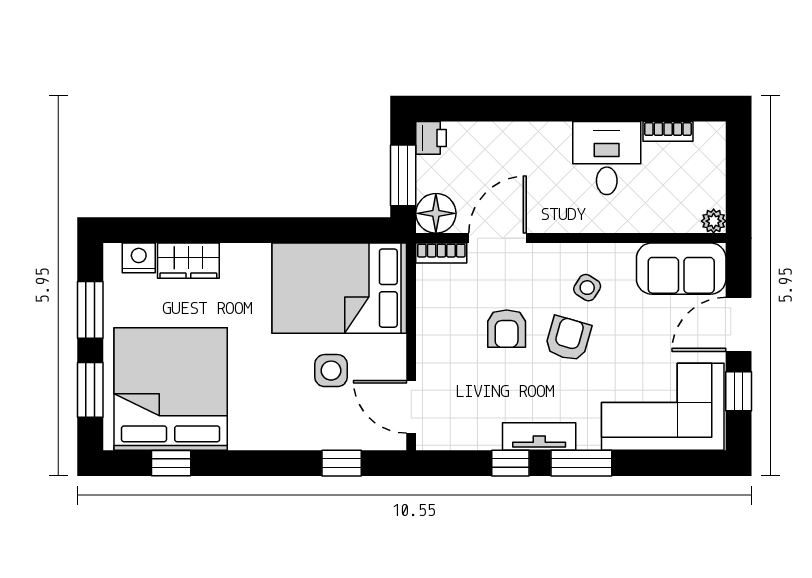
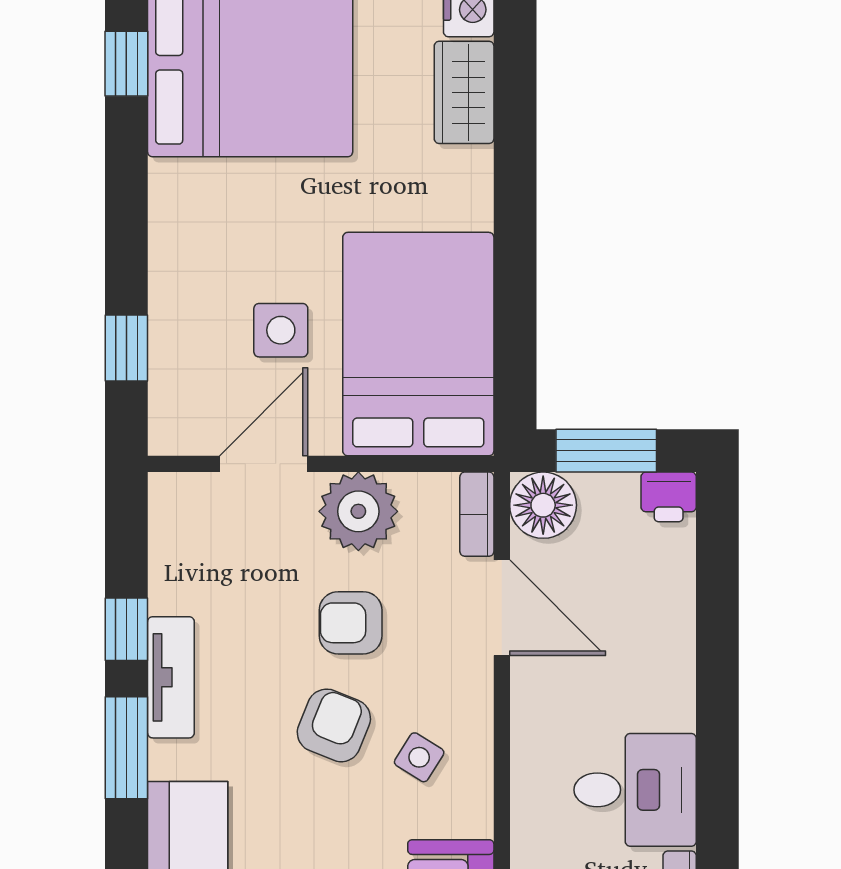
plant: (440, 324) -> (358, 511), added
armchair: (568, 339) -> (334, 725), turned -84
door: (411, 407) -> (264, 464), moved

